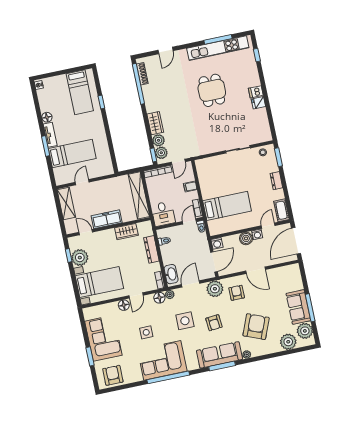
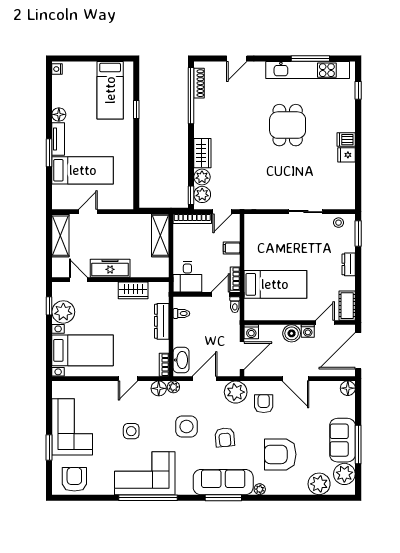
shelving: (139, 195) -> (160, 235), width x0.68
floor lamp: (124, 305) -> (348, 388), moved
armchair: (256, 327) -> (280, 454), turned -112

